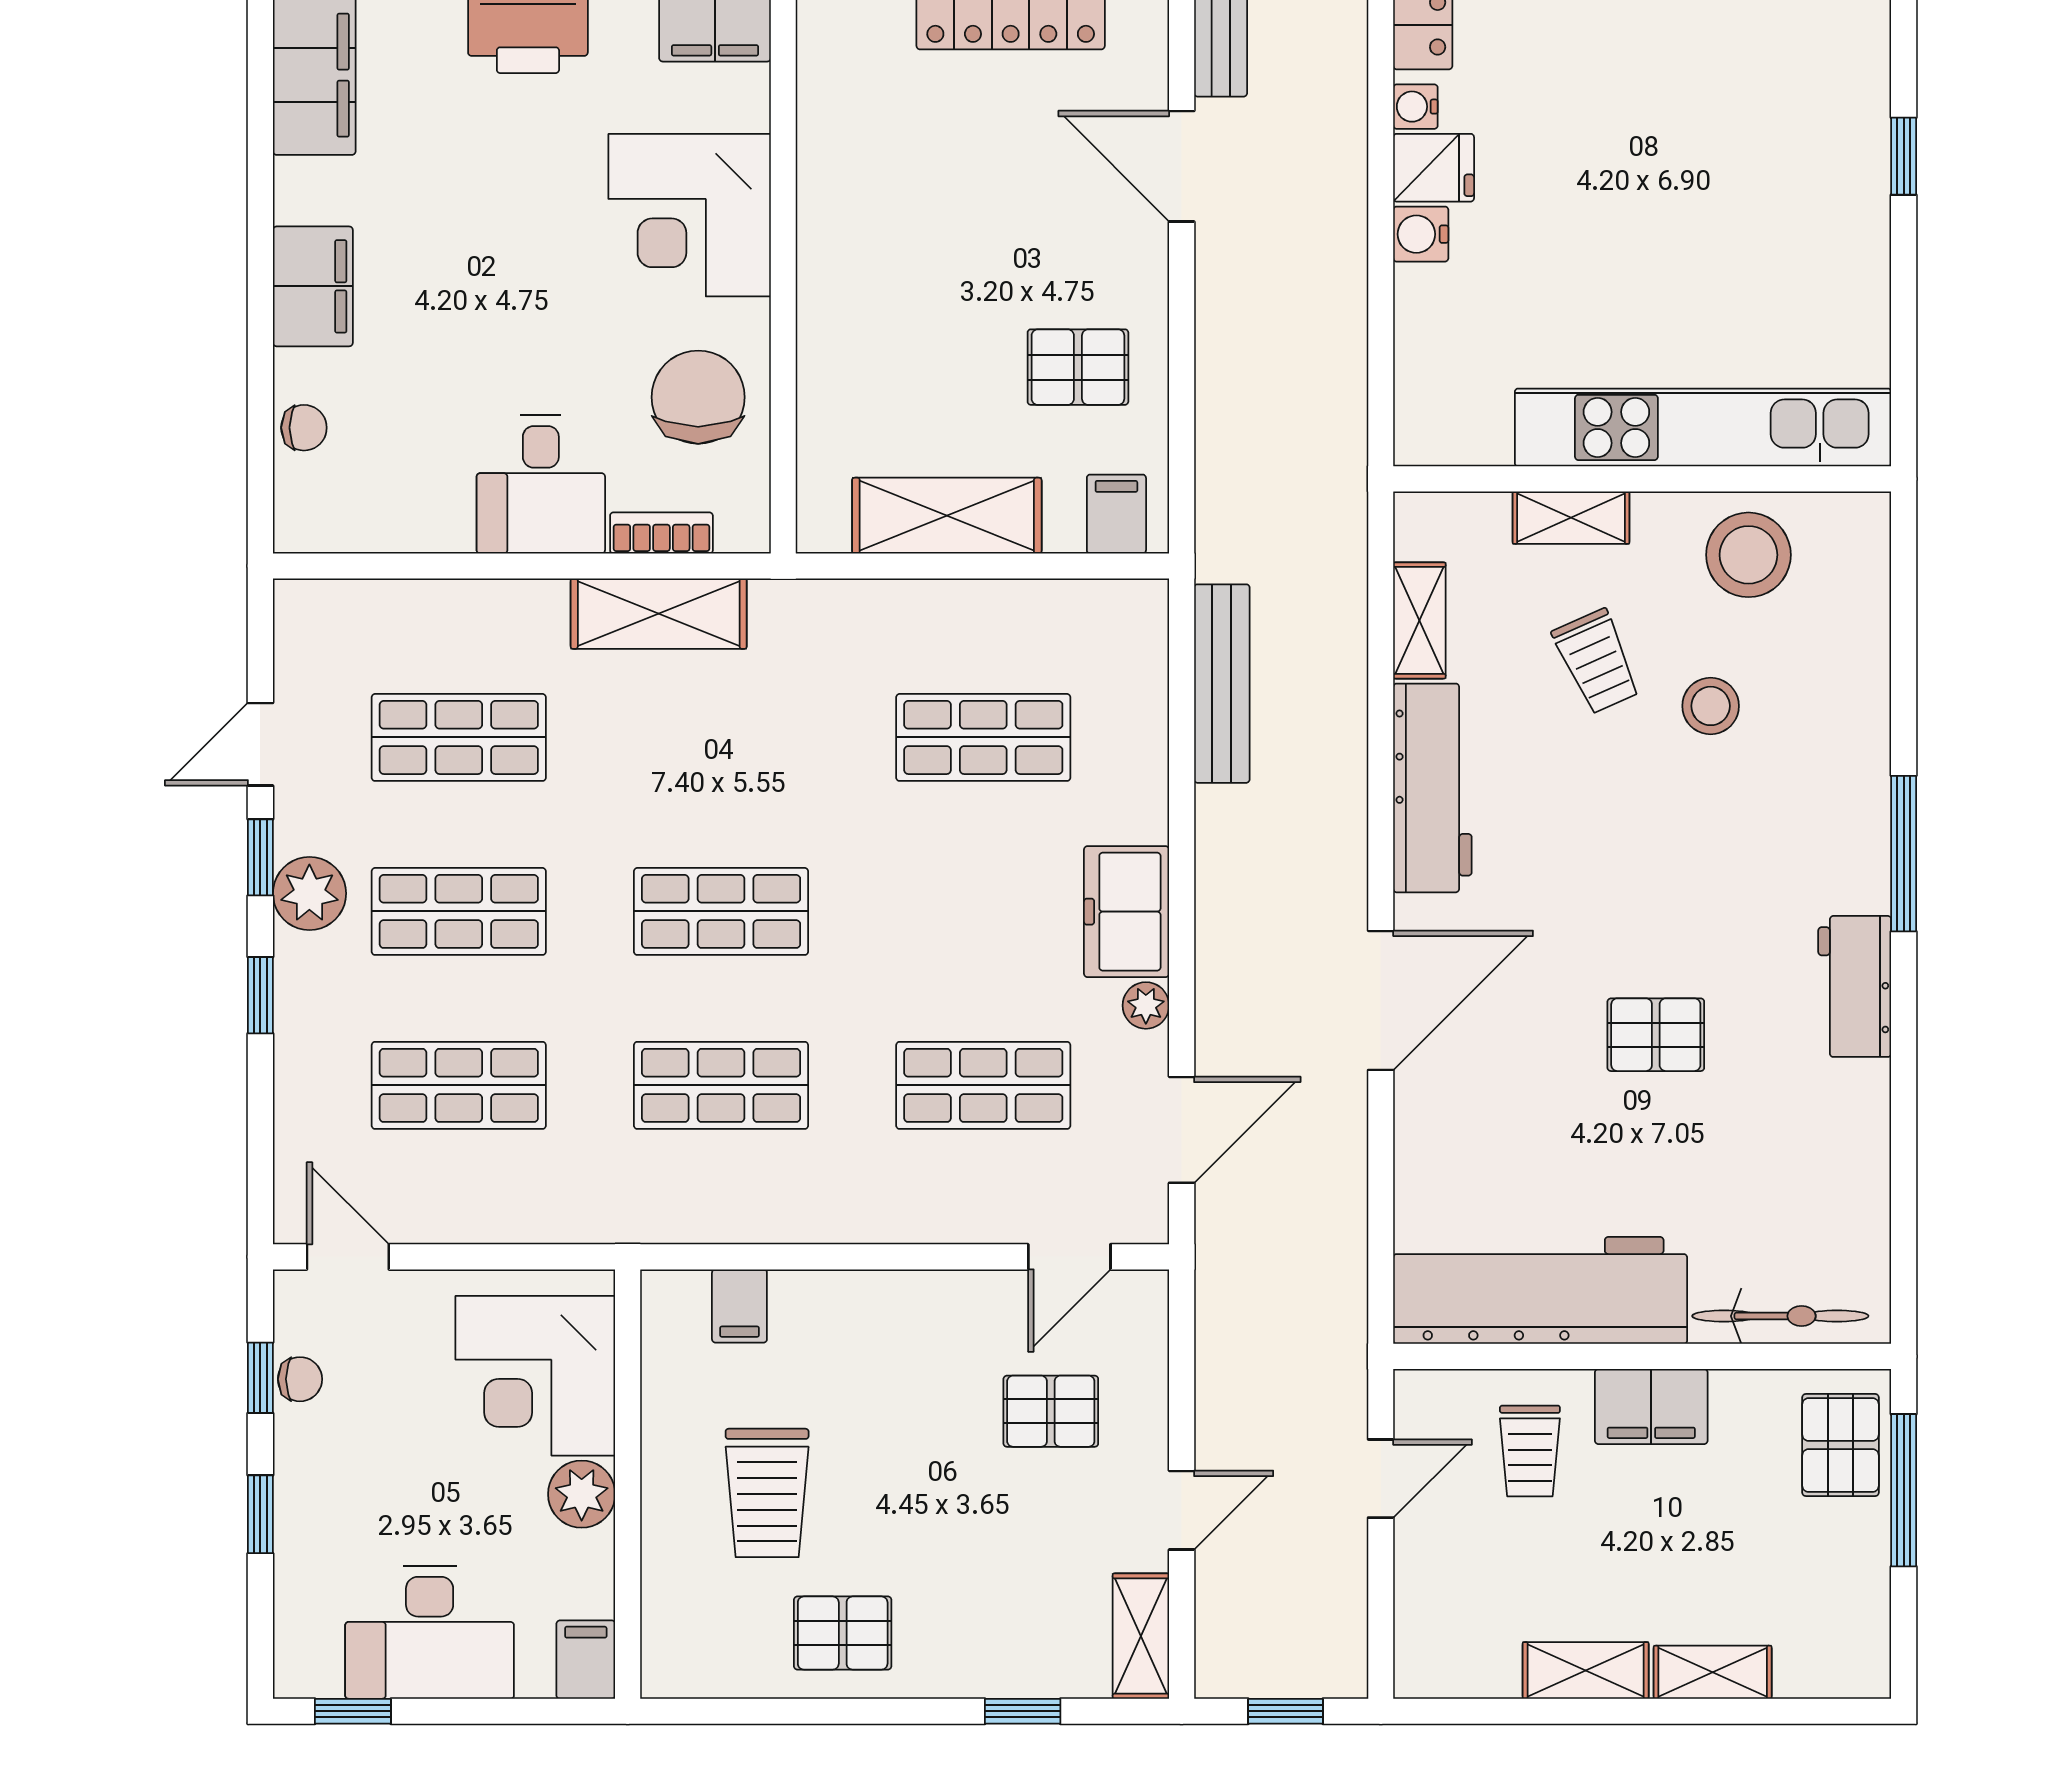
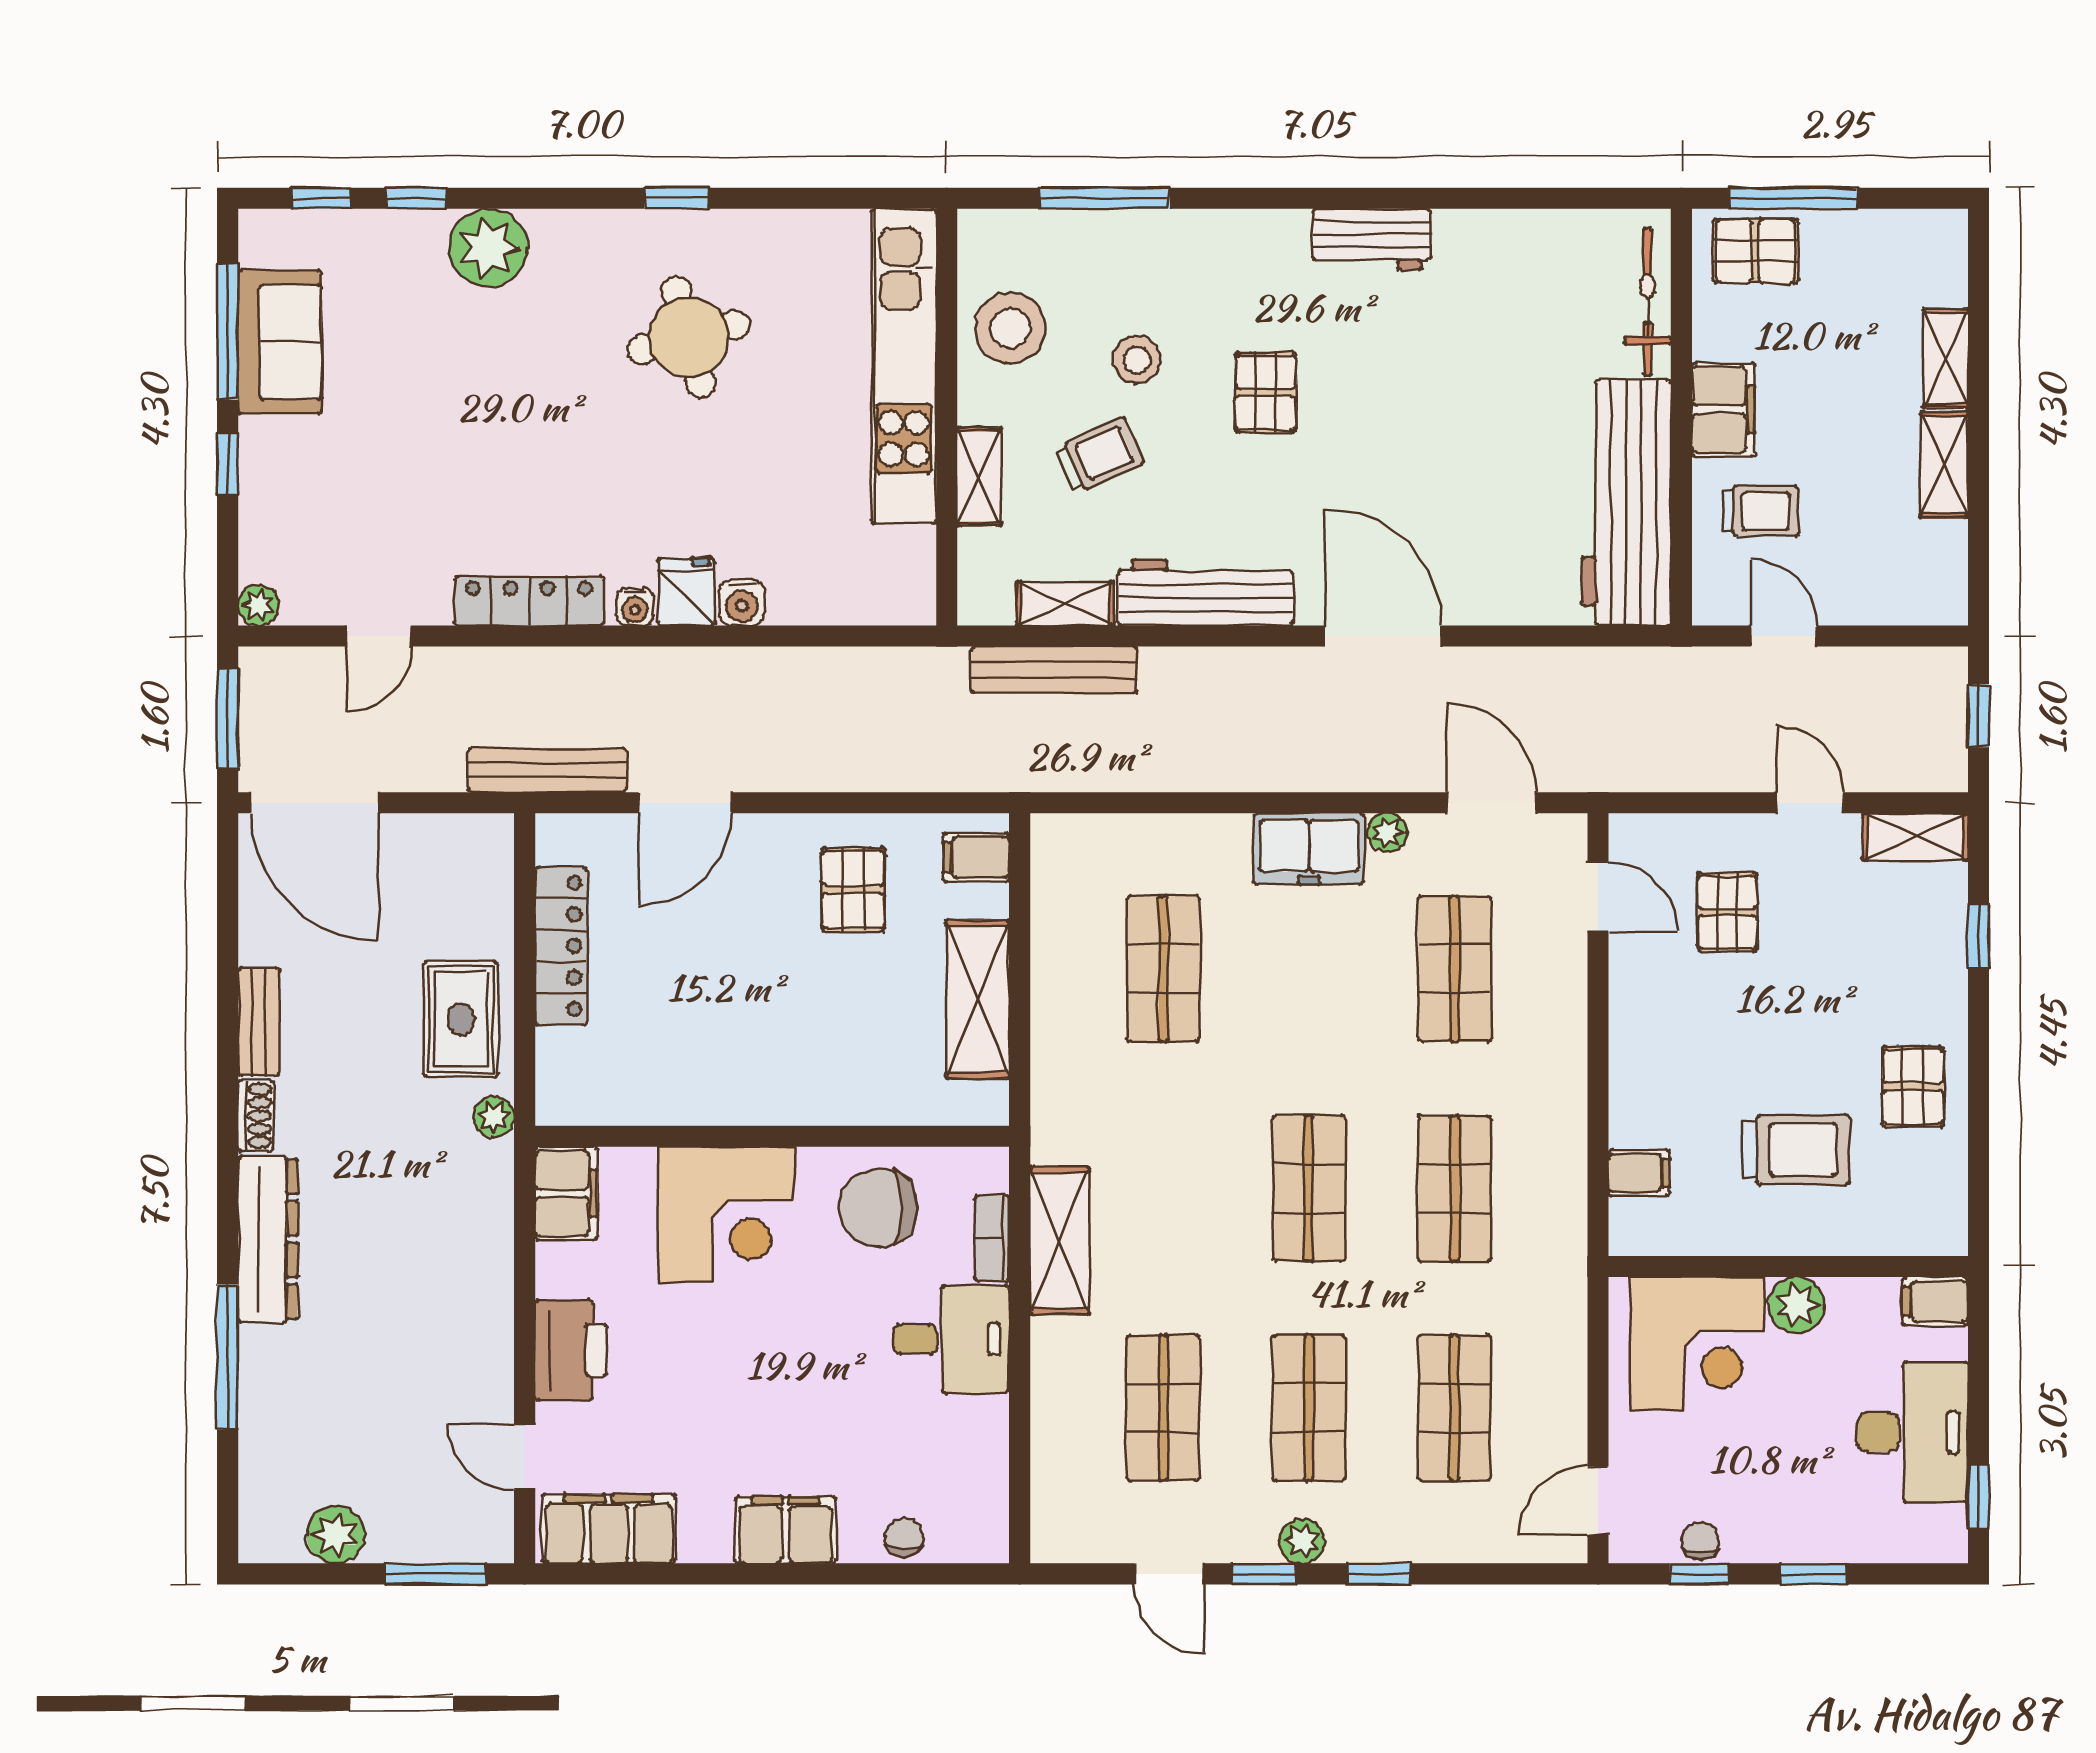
round table: (1738, 170) -> (689, 337), added
bench: (1222, 684) -> (1054, 670), moved
window: (1904, 854) -> (1105, 198), moved
plant: (309, 893) -> (1302, 1541), width x0.73, depth x0.73
pallet: (1656, 1035) -> (1266, 392), moved

